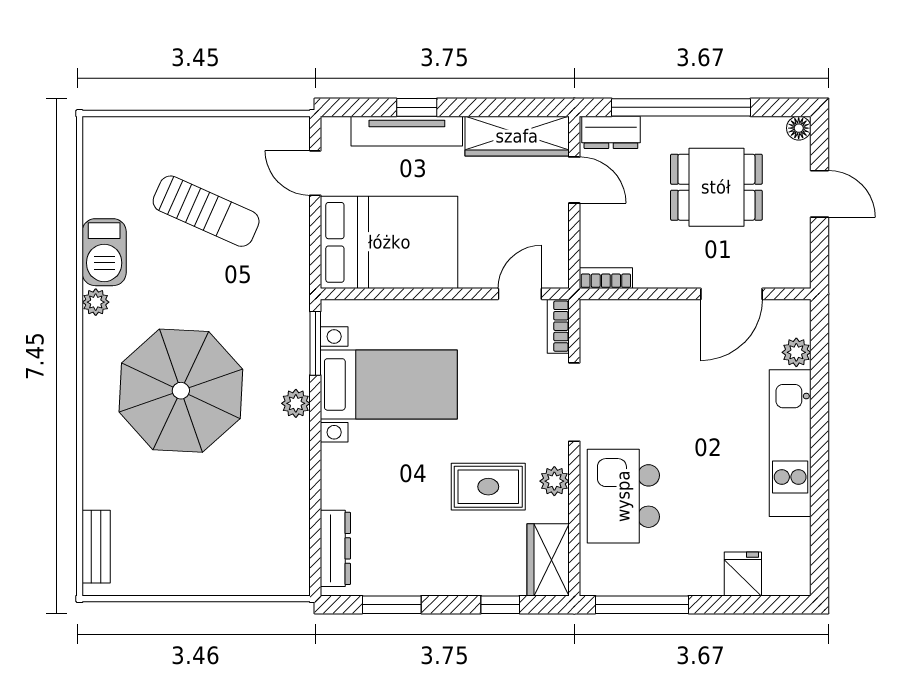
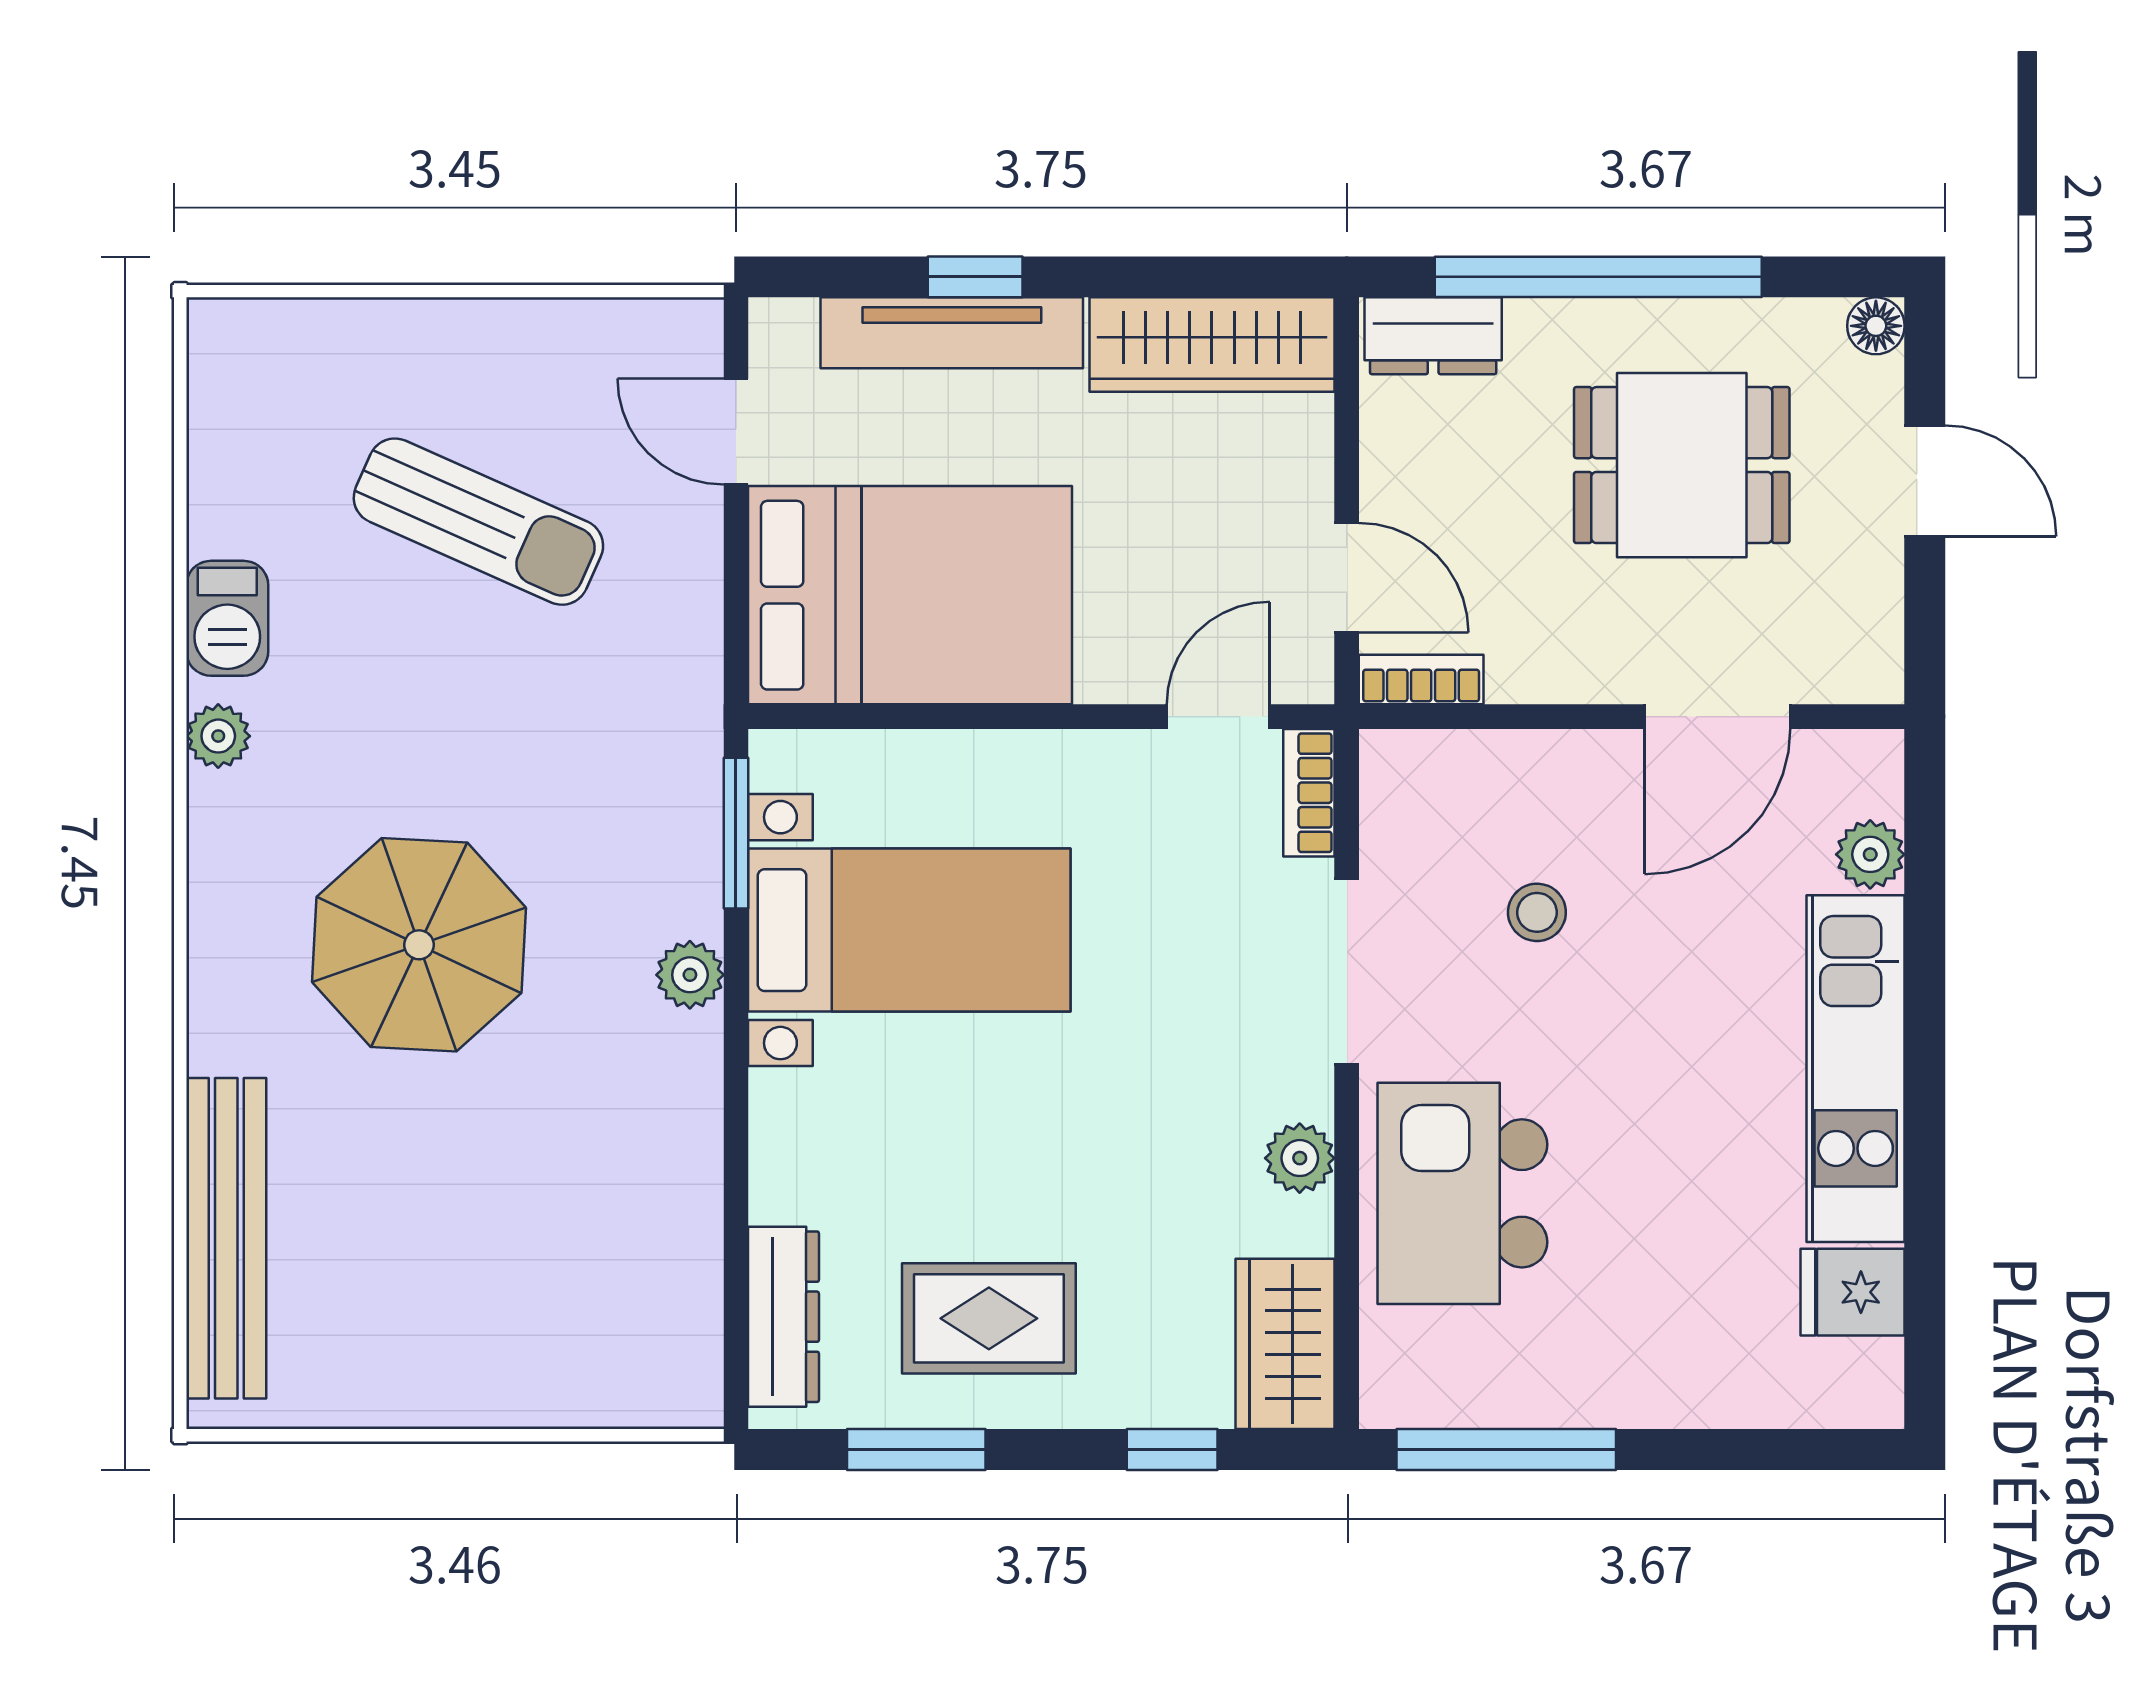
door: (574, 180) -> (1347, 578), moved
barbecue: (104, 252) -> (227, 618), width x0.73, depth x0.79
stool: (655, 377) -> (1537, 912), added
parasol: (181, 391) -> (419, 945), width x0.73, depth x0.73
rug: (488, 487) -> (989, 1318), moved
bench: (96, 547) -> (226, 1238), width x1.86, depth x1.21
fridge: (743, 574) -> (1853, 1292), moved, turned -90

